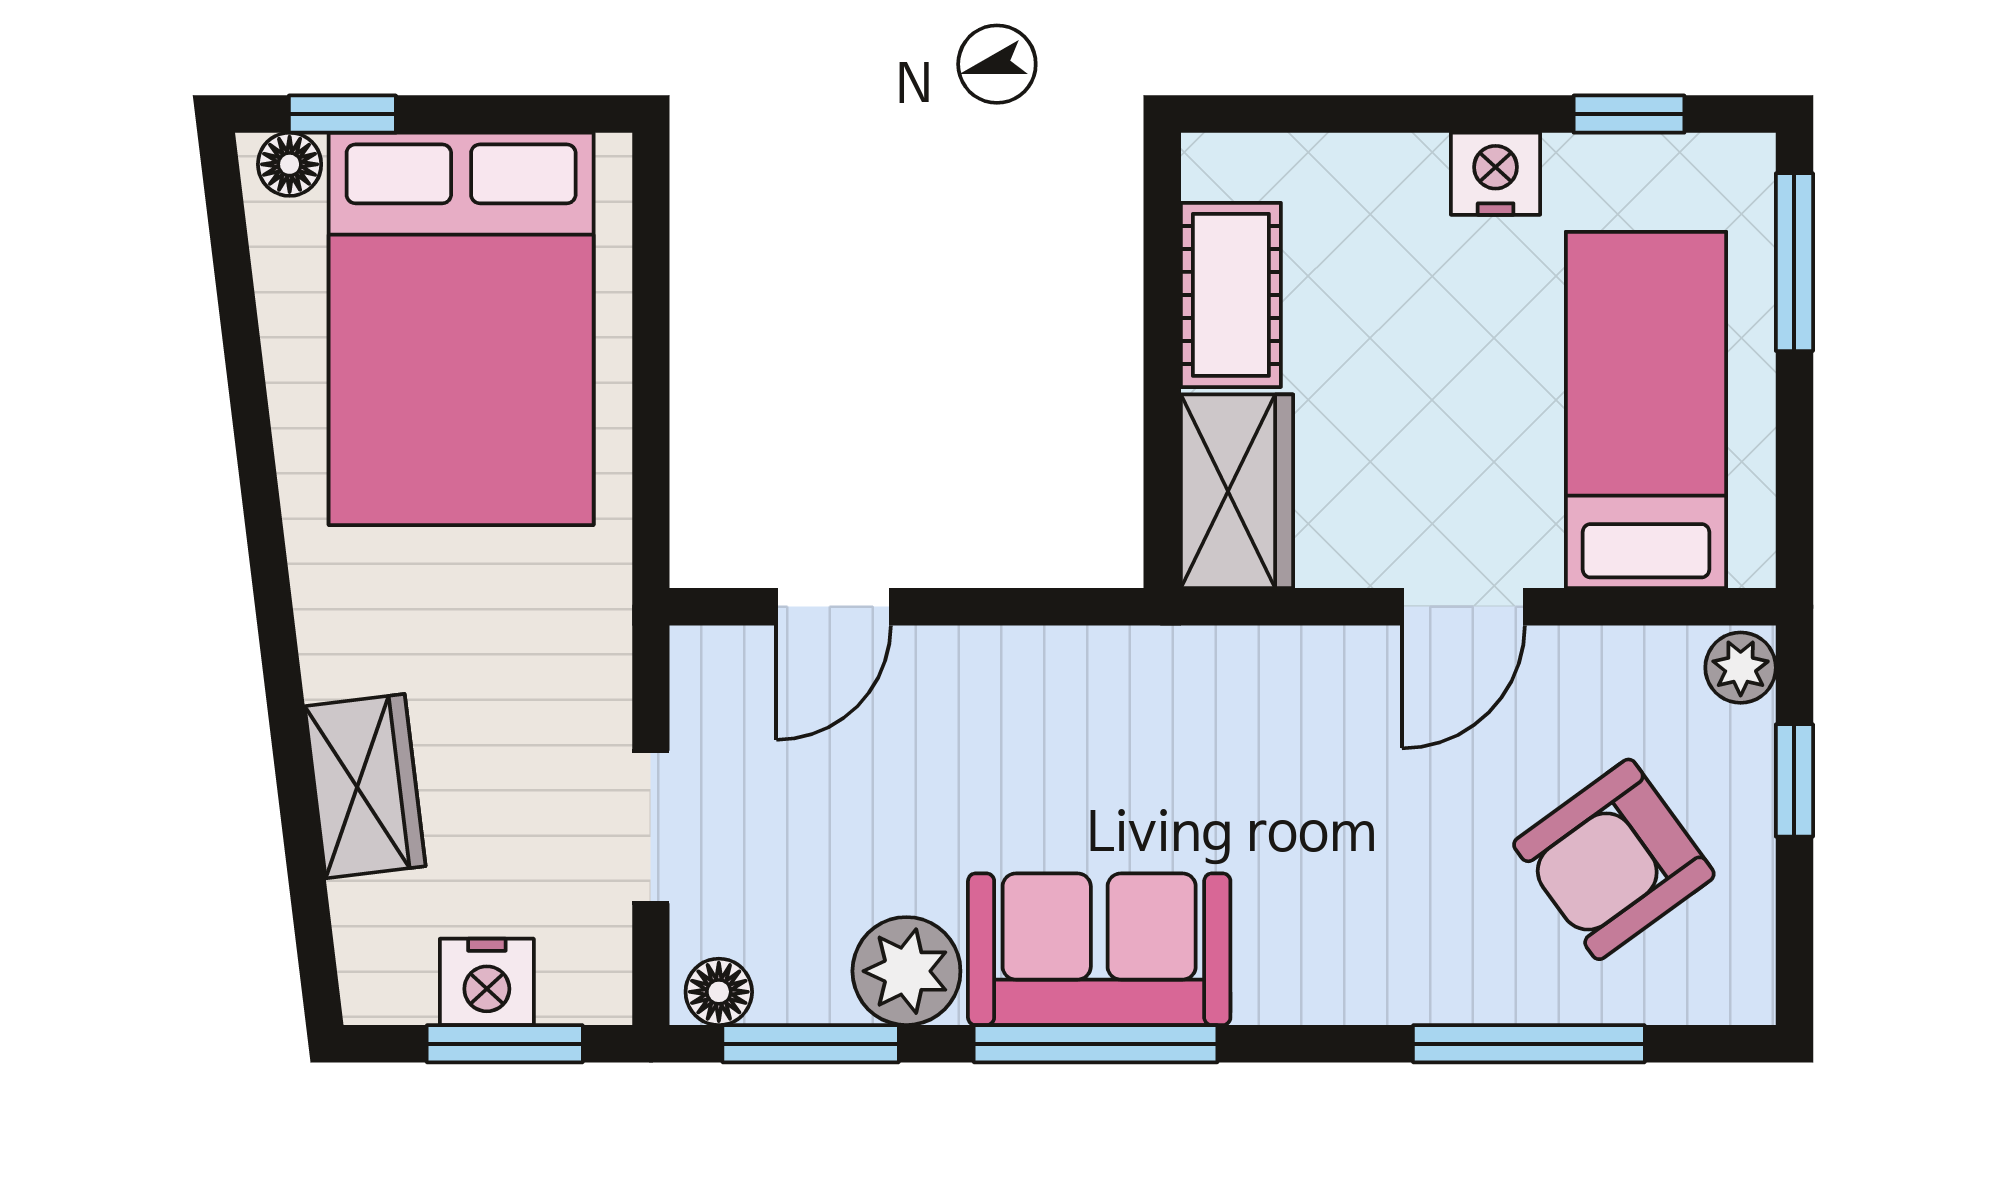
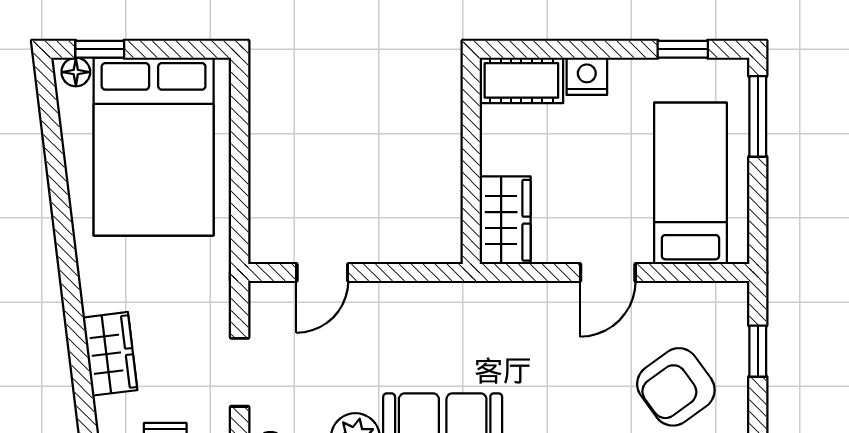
nightstand: (1496, 174) -> (587, 76), moved
cot: (1231, 295) -> (521, 80), moved, turned 90
plant: (1741, 668) -> (733, 300), removed

